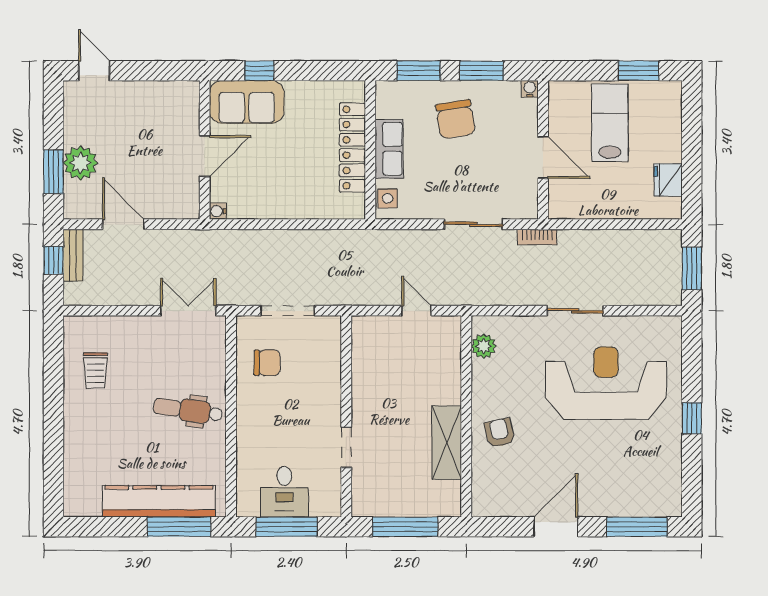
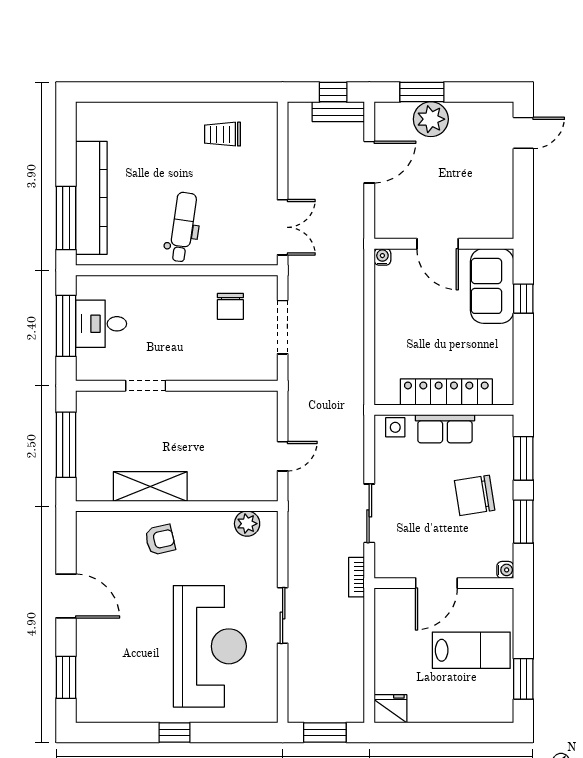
fridge: (668, 180) -> (390, 709), moved
window: (637, 527) -> (66, 677), width x0.69

